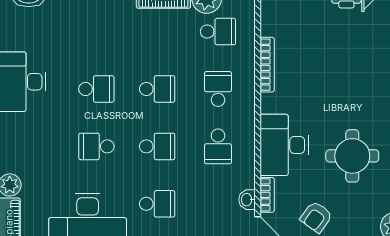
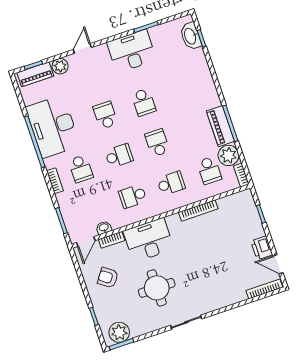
school desk: (157, 89) -> (157, 143), turned 180
school desk: (157, 146) -> (119, 156), turned -90

